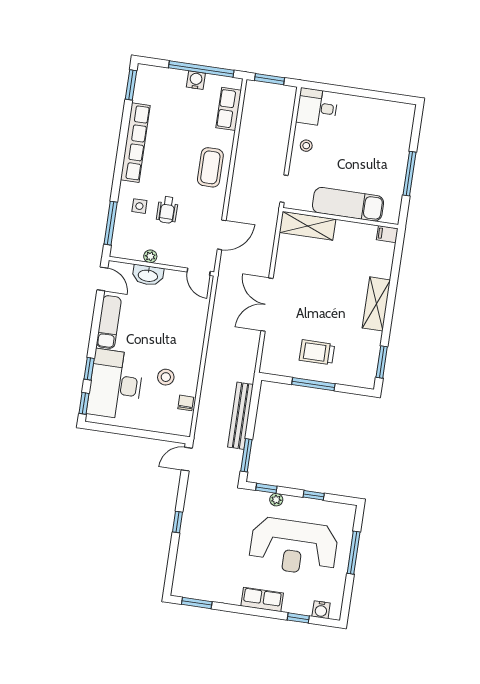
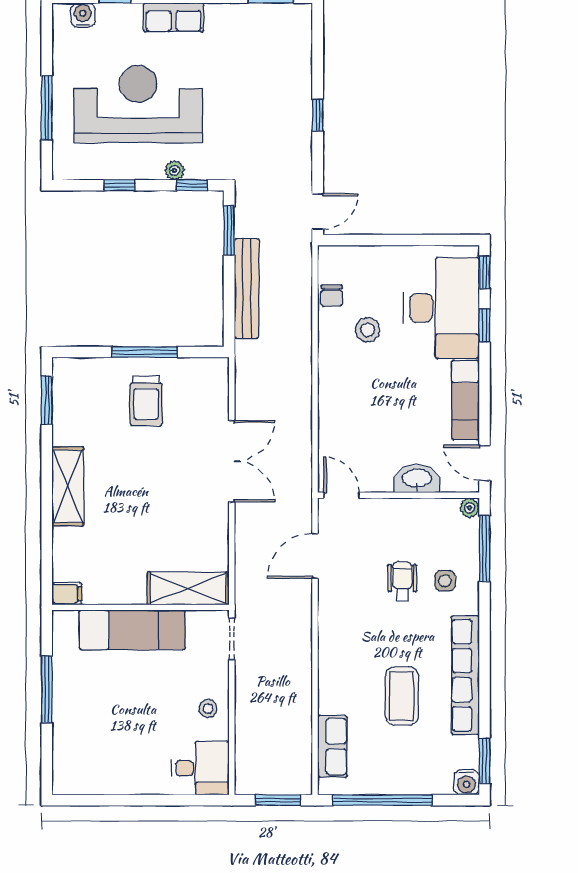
water cooler: (196, 80) -> (467, 782), moved
coffee table: (210, 167) -> (402, 696), moved
plant: (150, 256) -> (469, 508), moved
trolley: (317, 352) -> (146, 401), turned 90

